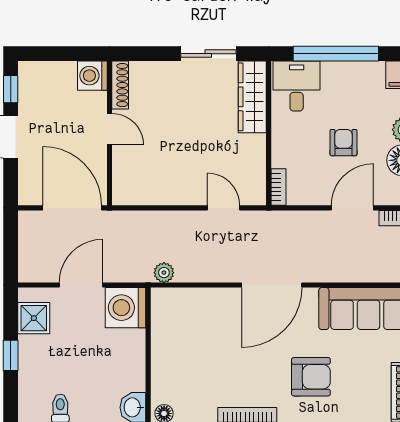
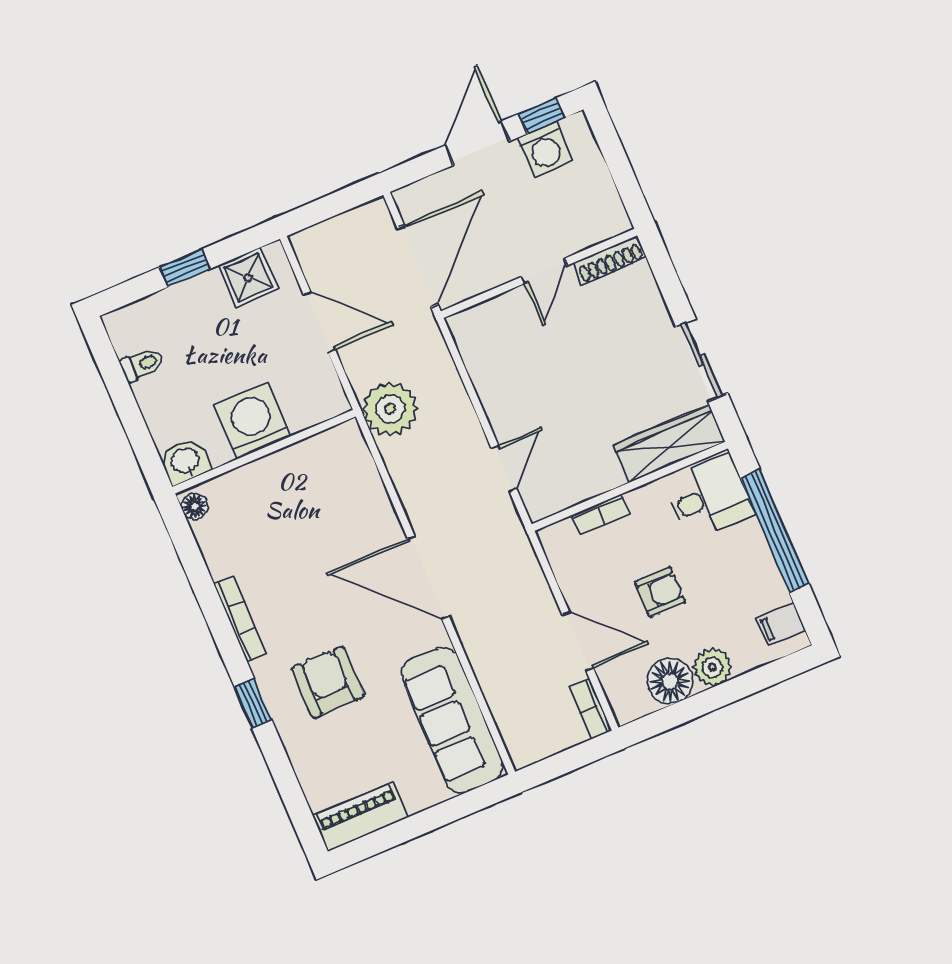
washing machine: (92, 76) -> (545, 149), moved, turned 180
bookcase: (278, 187) -> (601, 514), moved
plant: (164, 273) -> (390, 409), width x1.88, depth x1.88
washing machine: (125, 308) -> (253, 421), moved
armchair: (311, 377) -> (328, 682), turned 180

